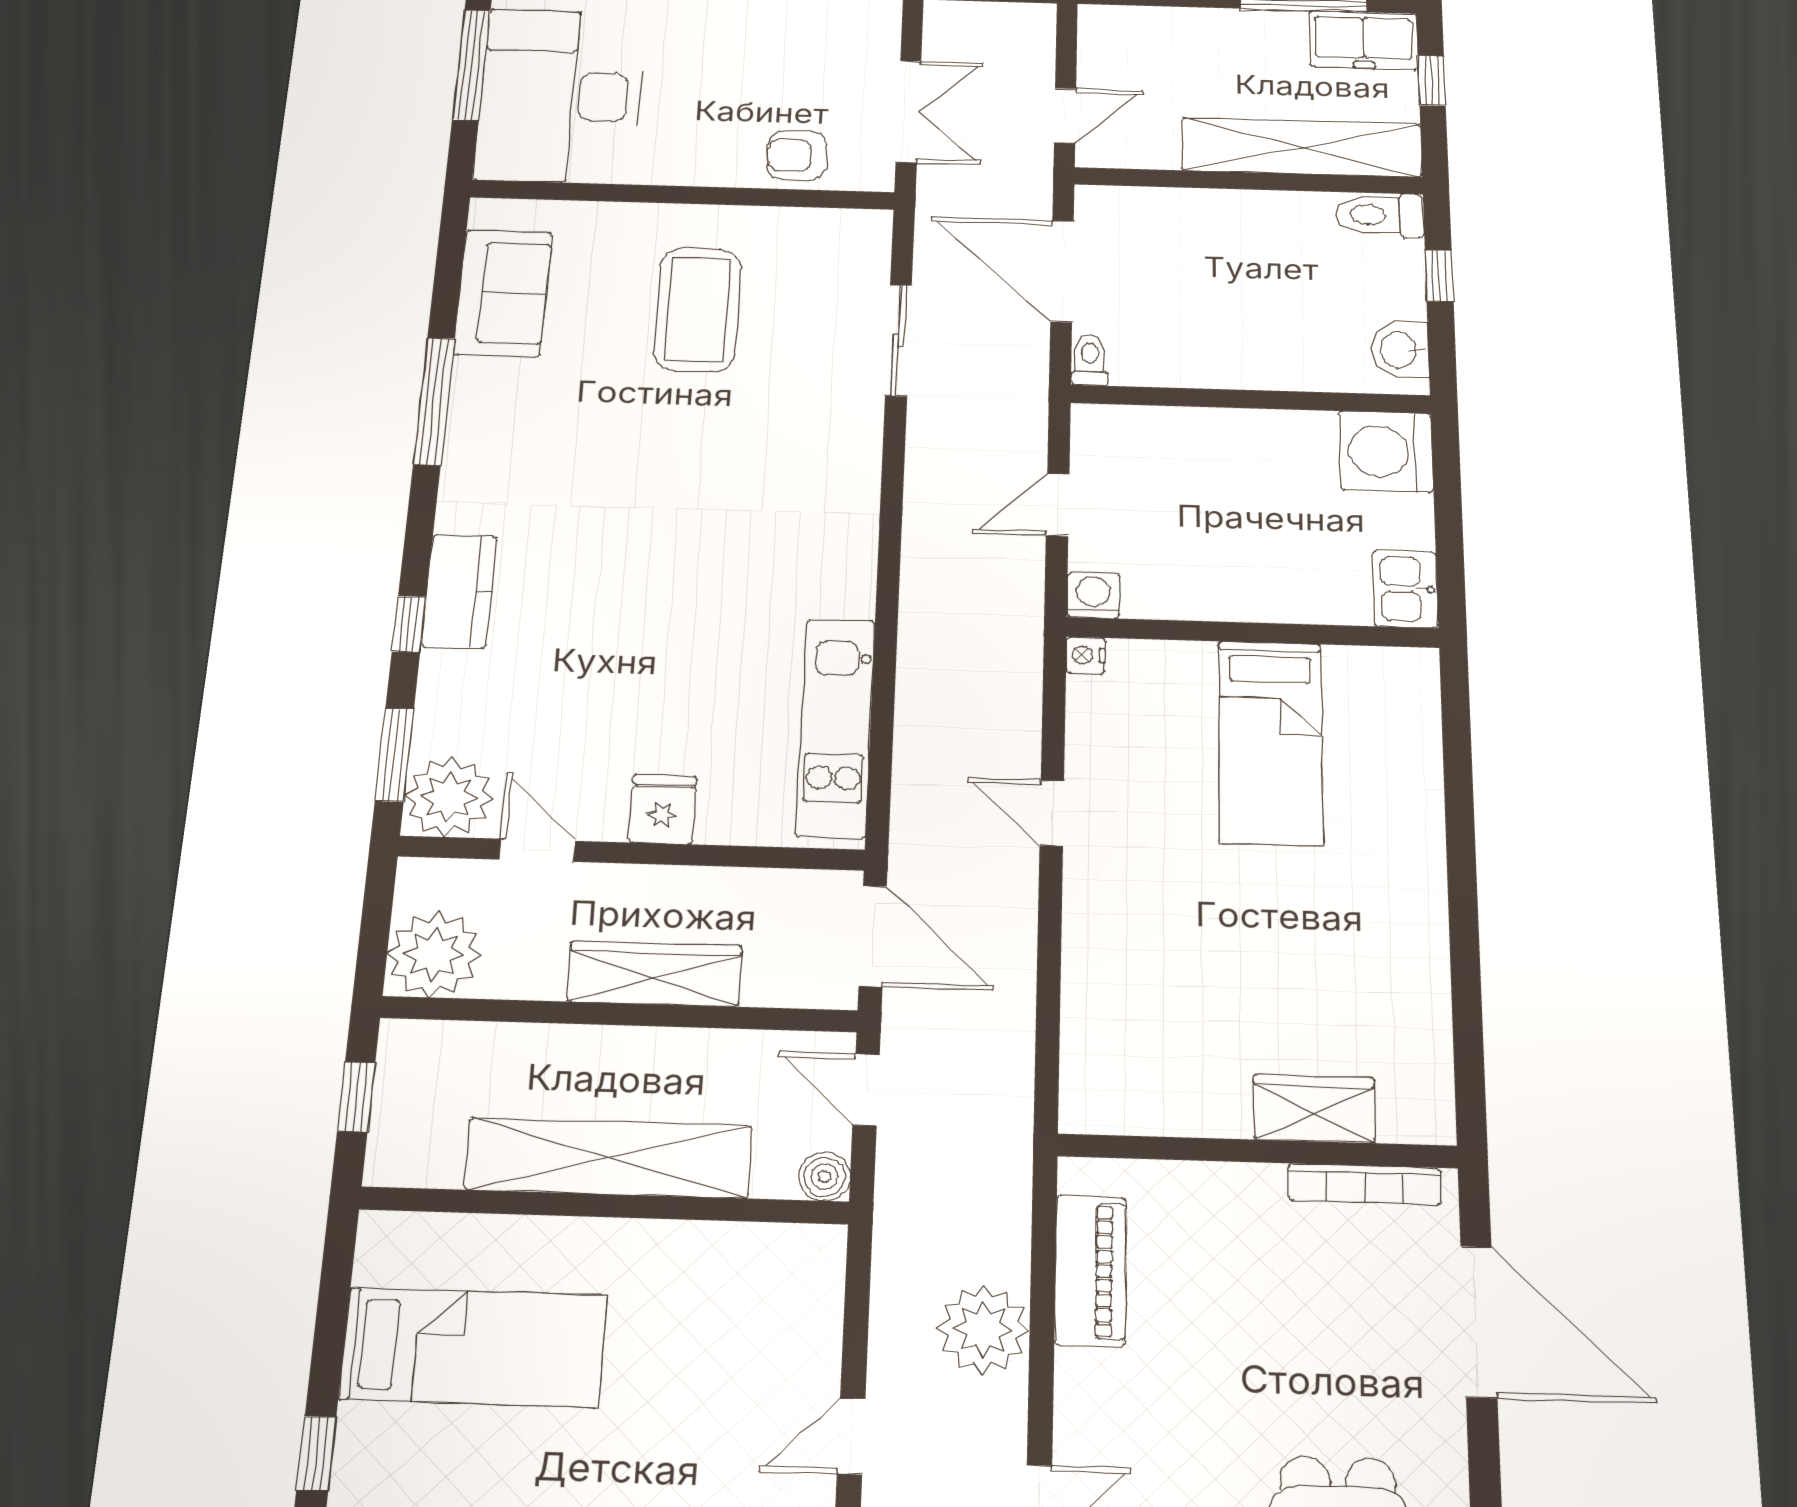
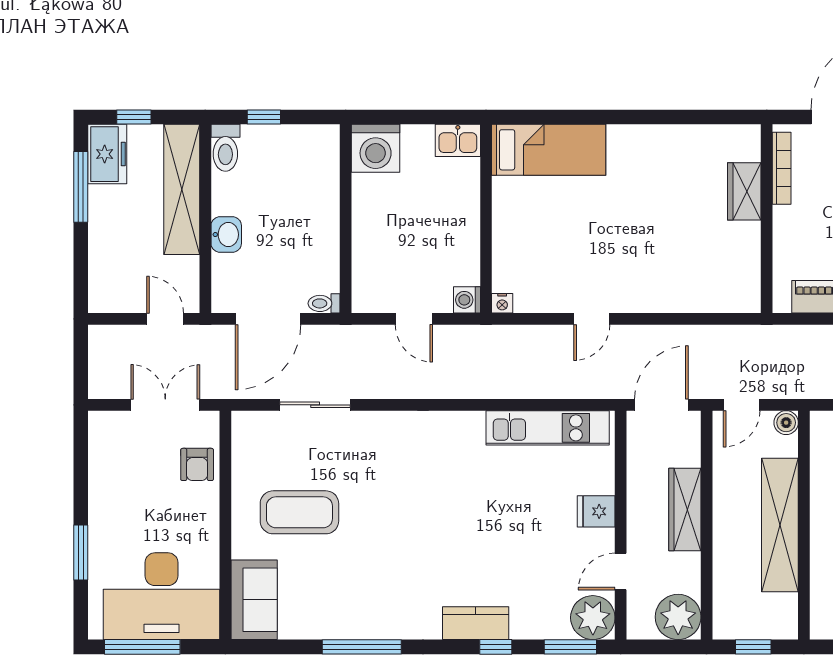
sofa: (503, 293) -> (254, 600), moved, turned 90
washbasin: (1400, 350) -> (226, 235), moved, turned -90
bed: (1270, 743) -> (549, 150), moved

